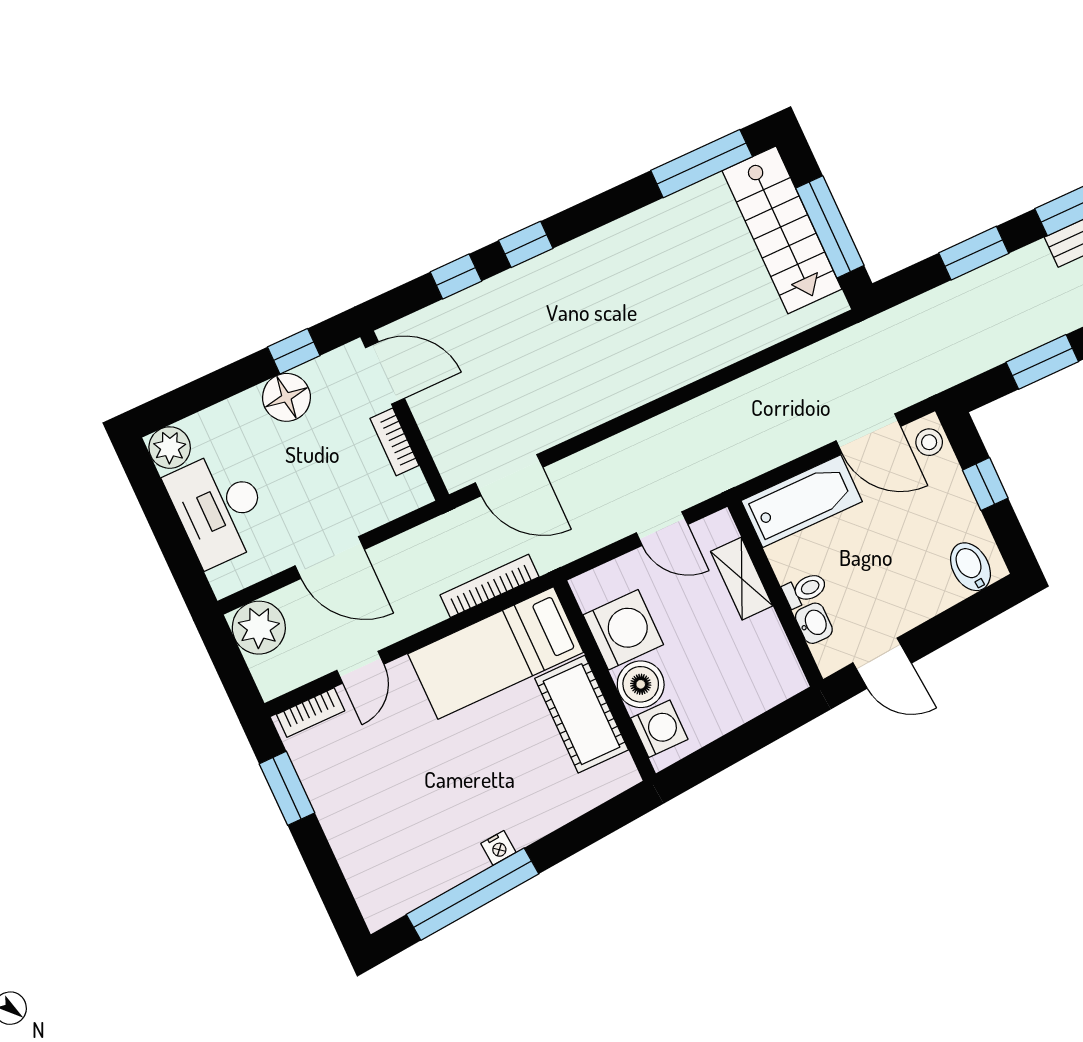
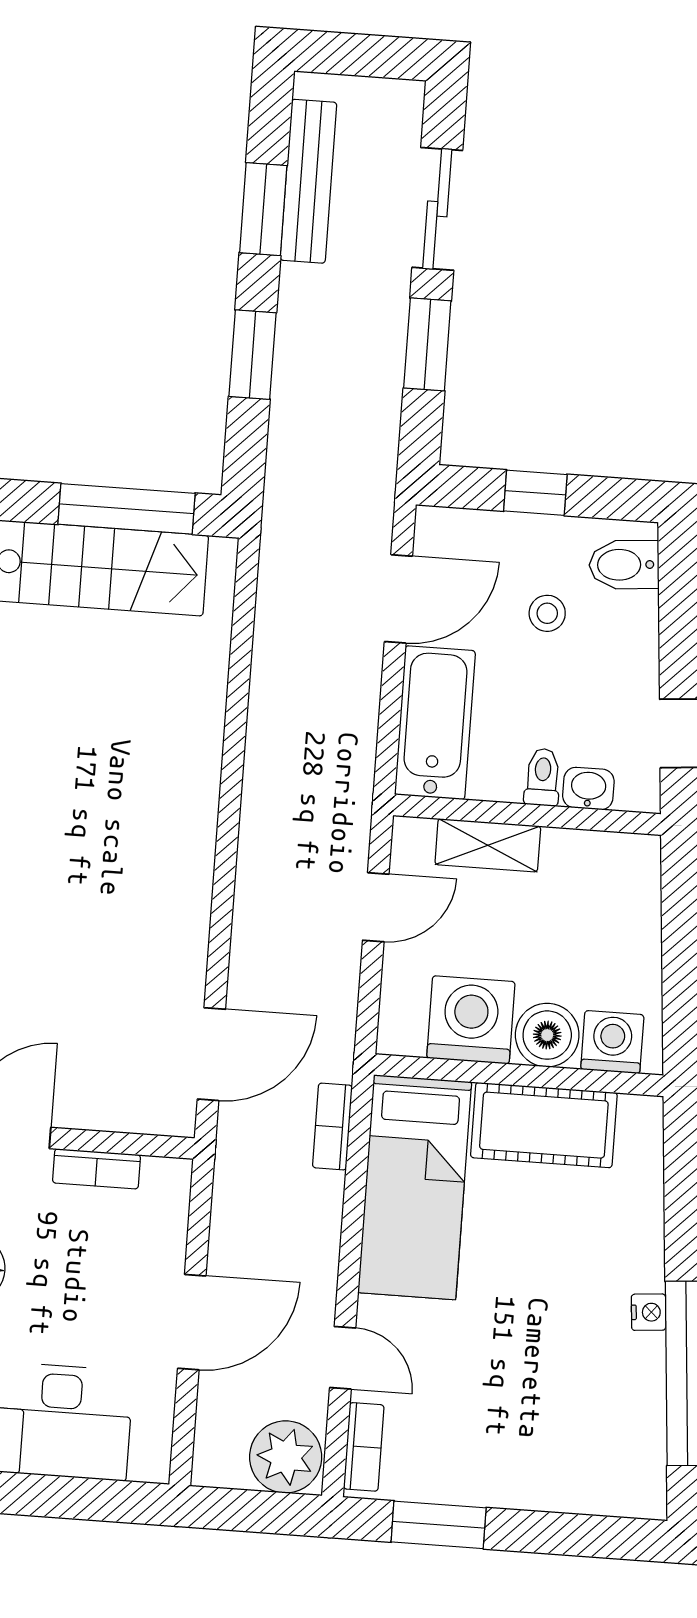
stool: (929, 442) -> (547, 613), moved
bookcase: (490, 586) -> (332, 1127), width x0.64
plant: (259, 628) -> (286, 1457), moved

